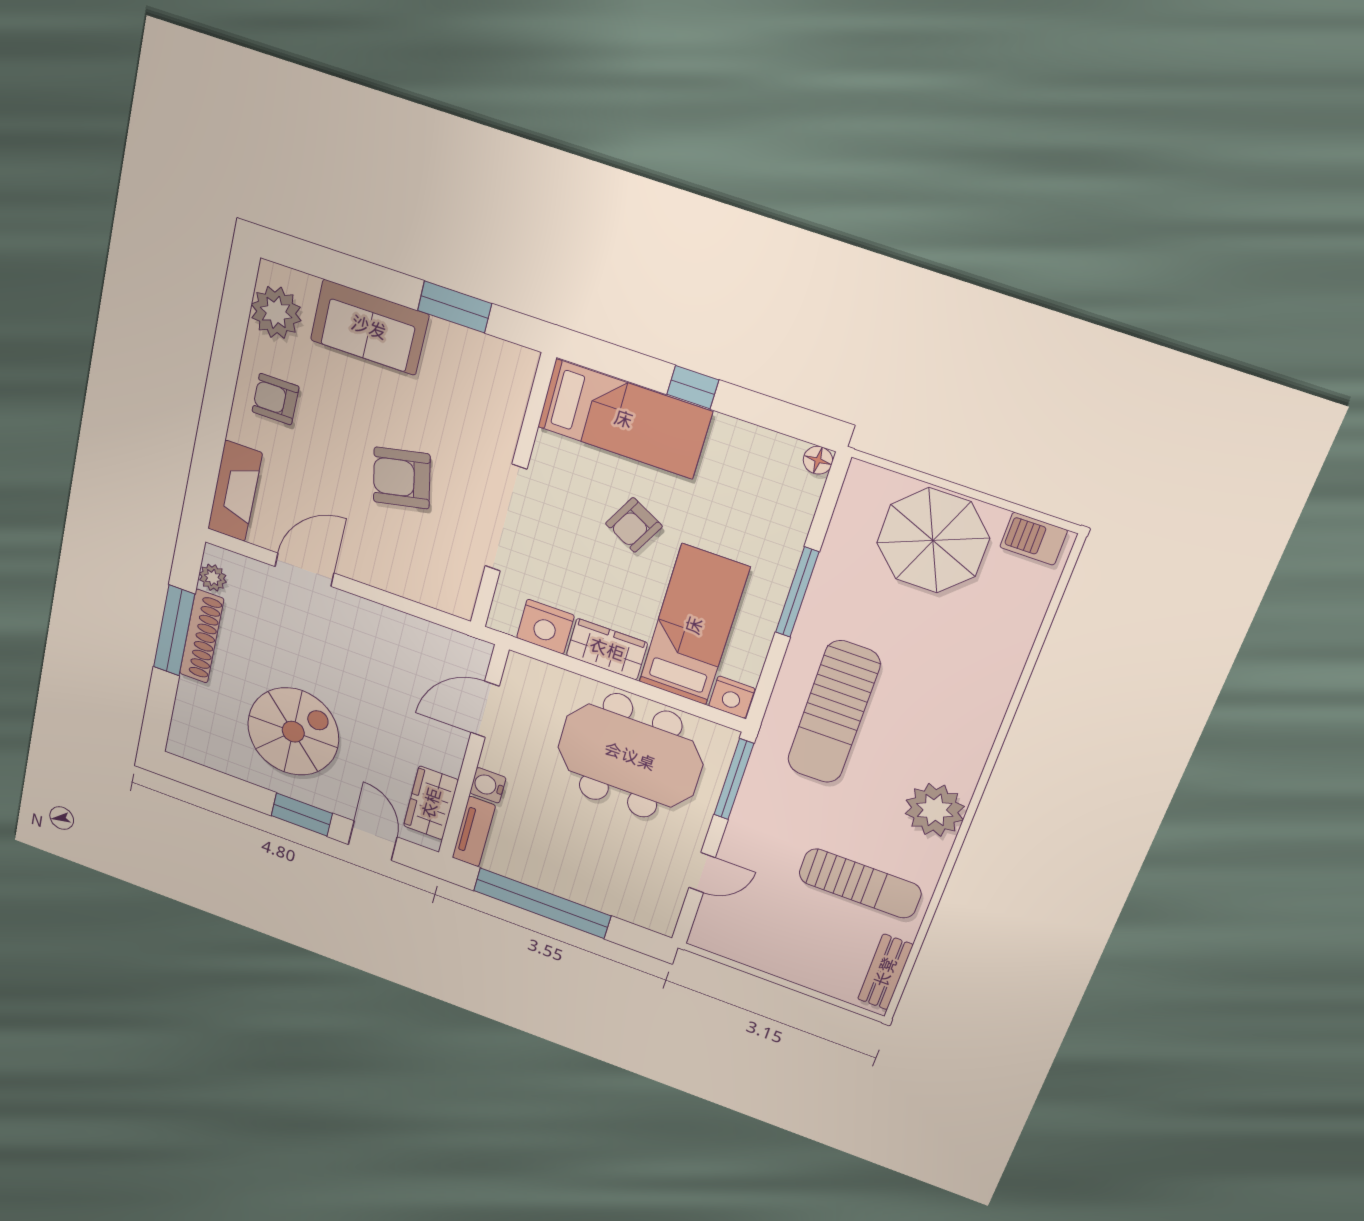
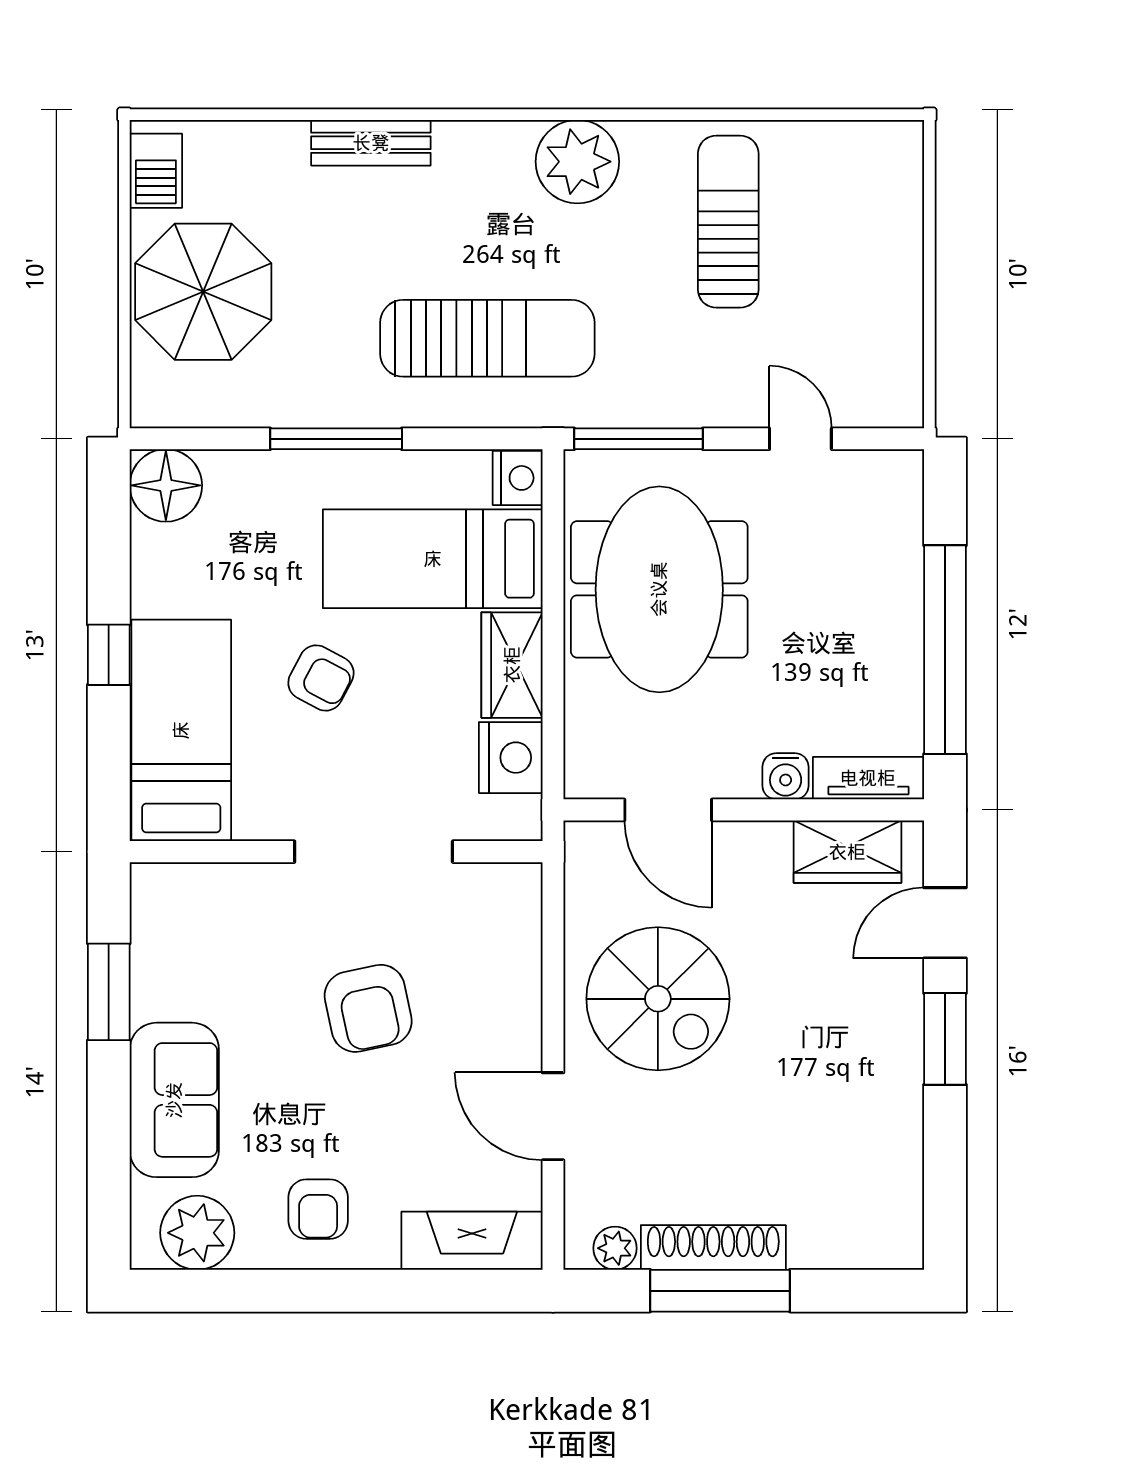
floor lamp: (818, 460) -> (166, 485), width x1.89, depth x1.89
spiral stairs: (293, 732) -> (658, 999), moved, turned 180
bench: (885, 972) -> (371, 143), moved

